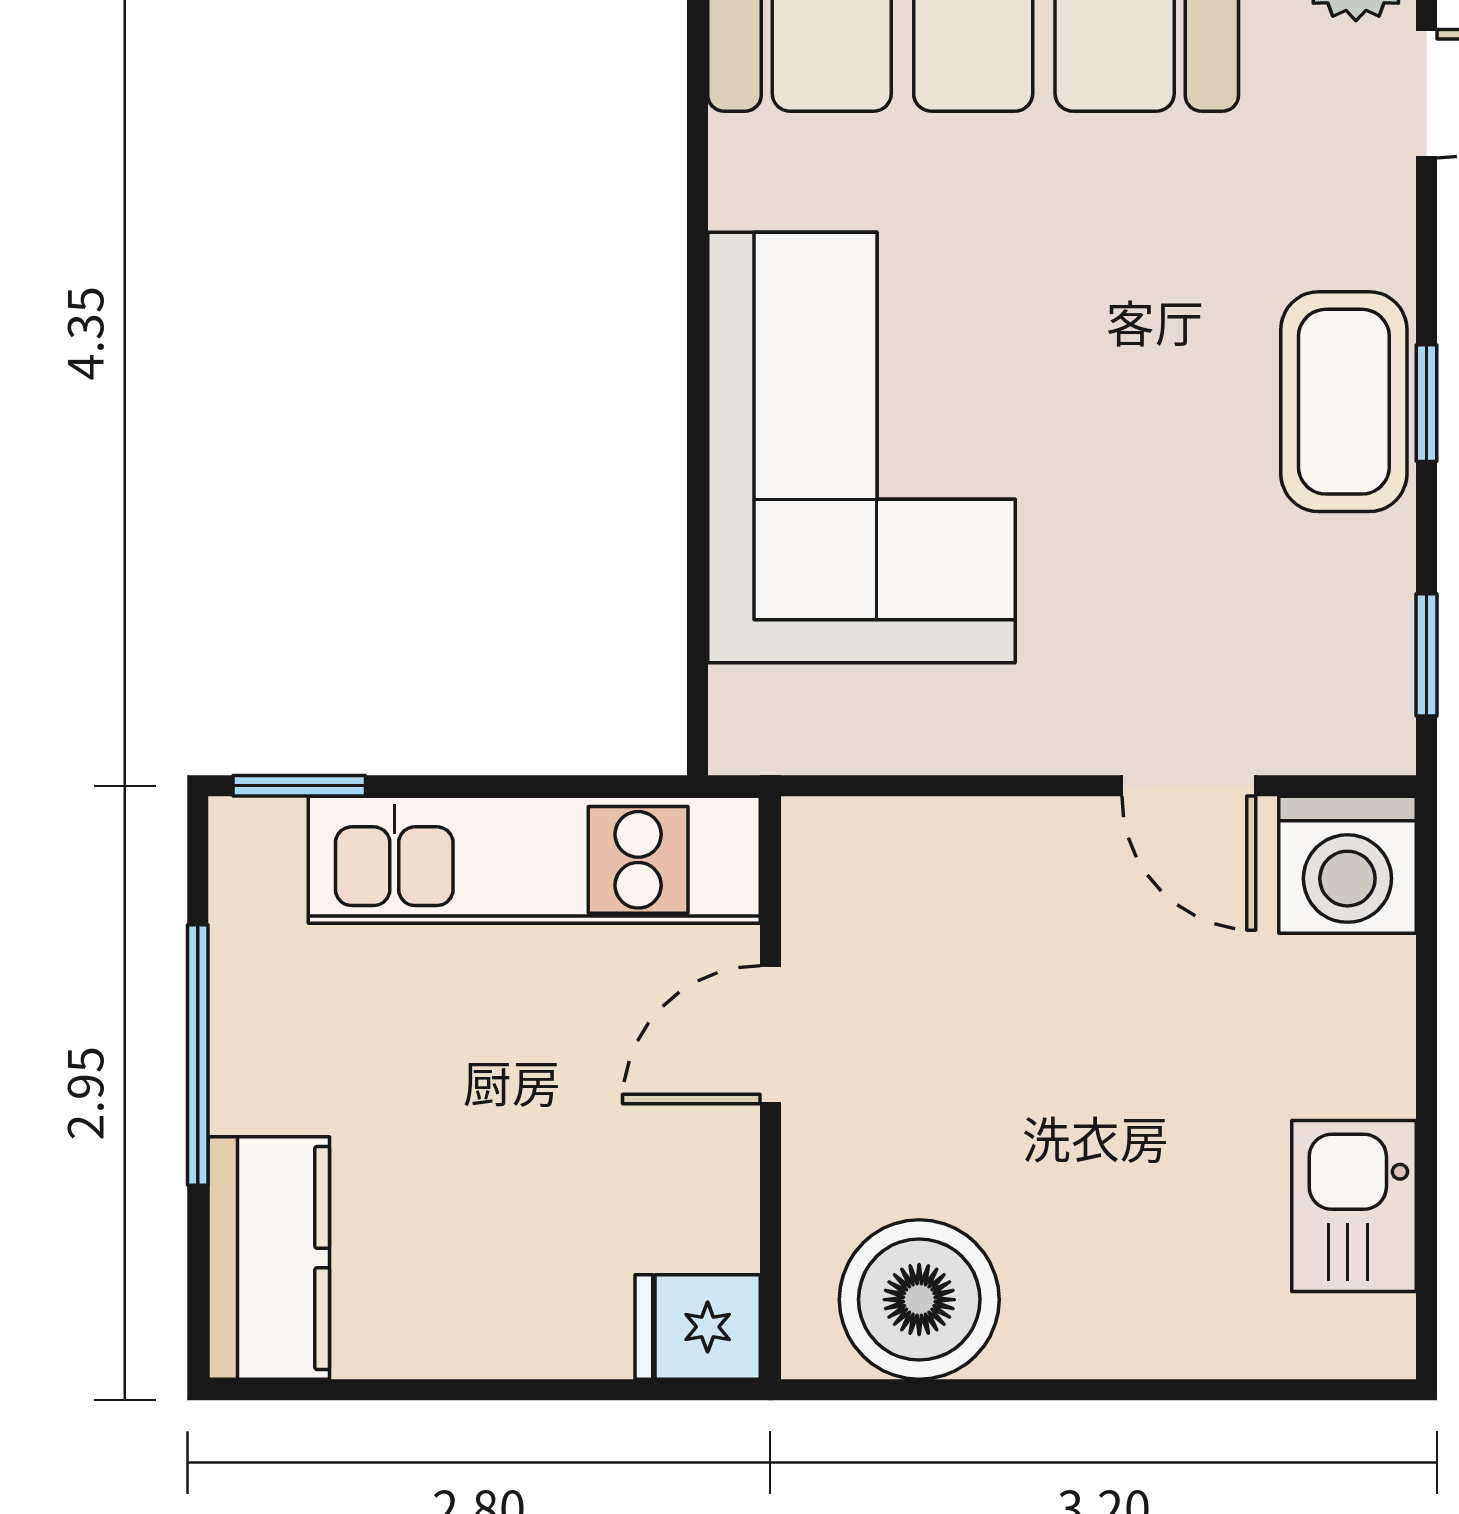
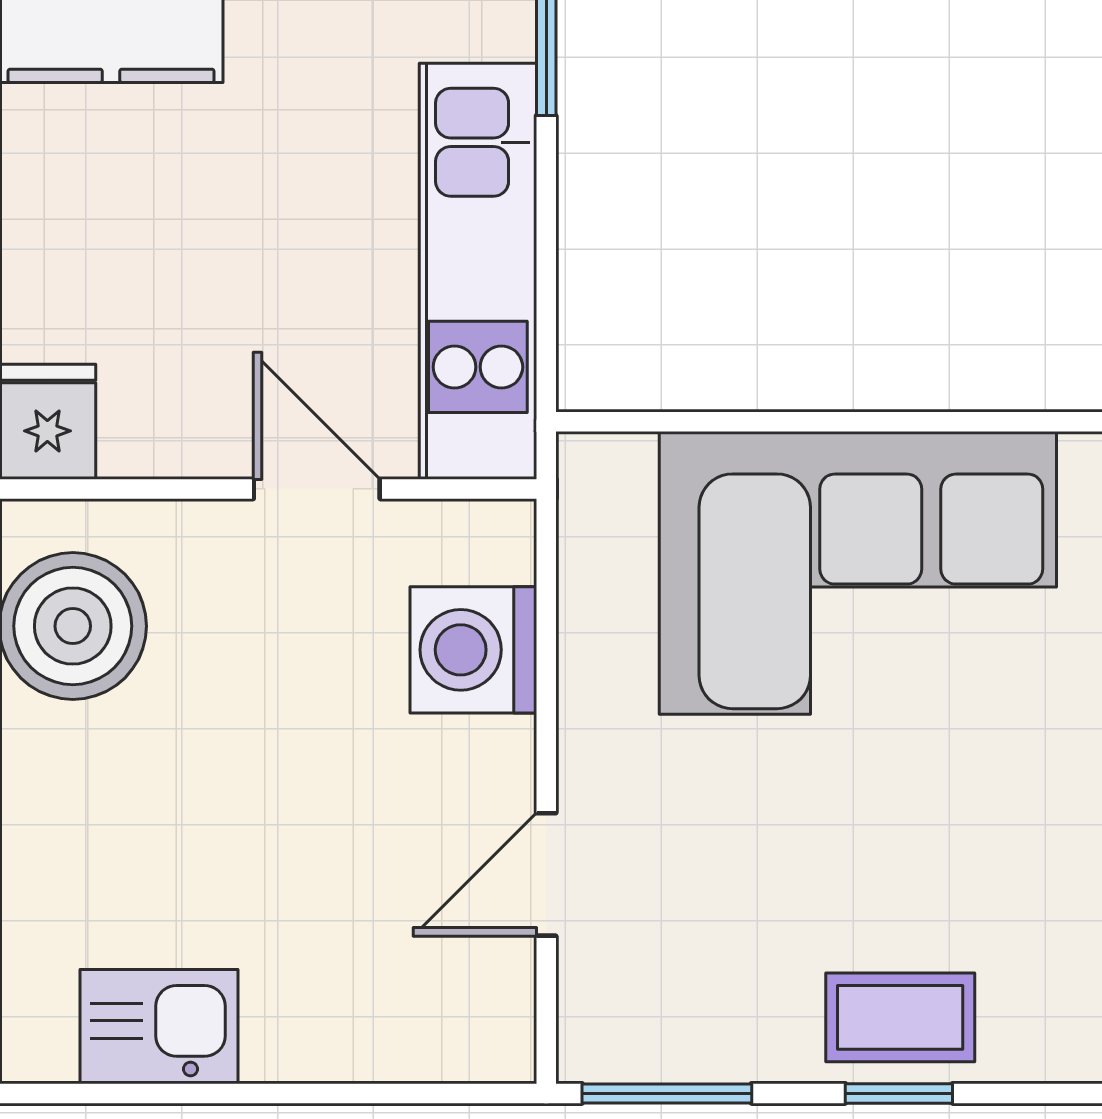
coffee table: (1344, 402) -> (900, 1017), width x0.73, depth x0.77
window: (1426, 655) -> (667, 1093), width x1.50
washing machine: (1347, 865) -> (473, 650), moved

